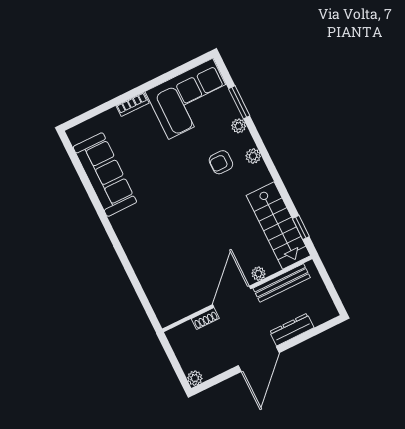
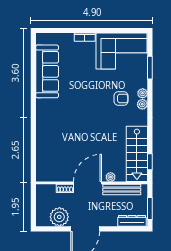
plant: (239, 126) -> (143, 93), moved
armchair: (221, 162) -> (121, 98), turned 180
window: (331, 290) -> (150, 209), added
dresser: (292, 330) -> (132, 221), moved
plant: (195, 378) -> (59, 217), moved, width x1.87, depth x1.87

